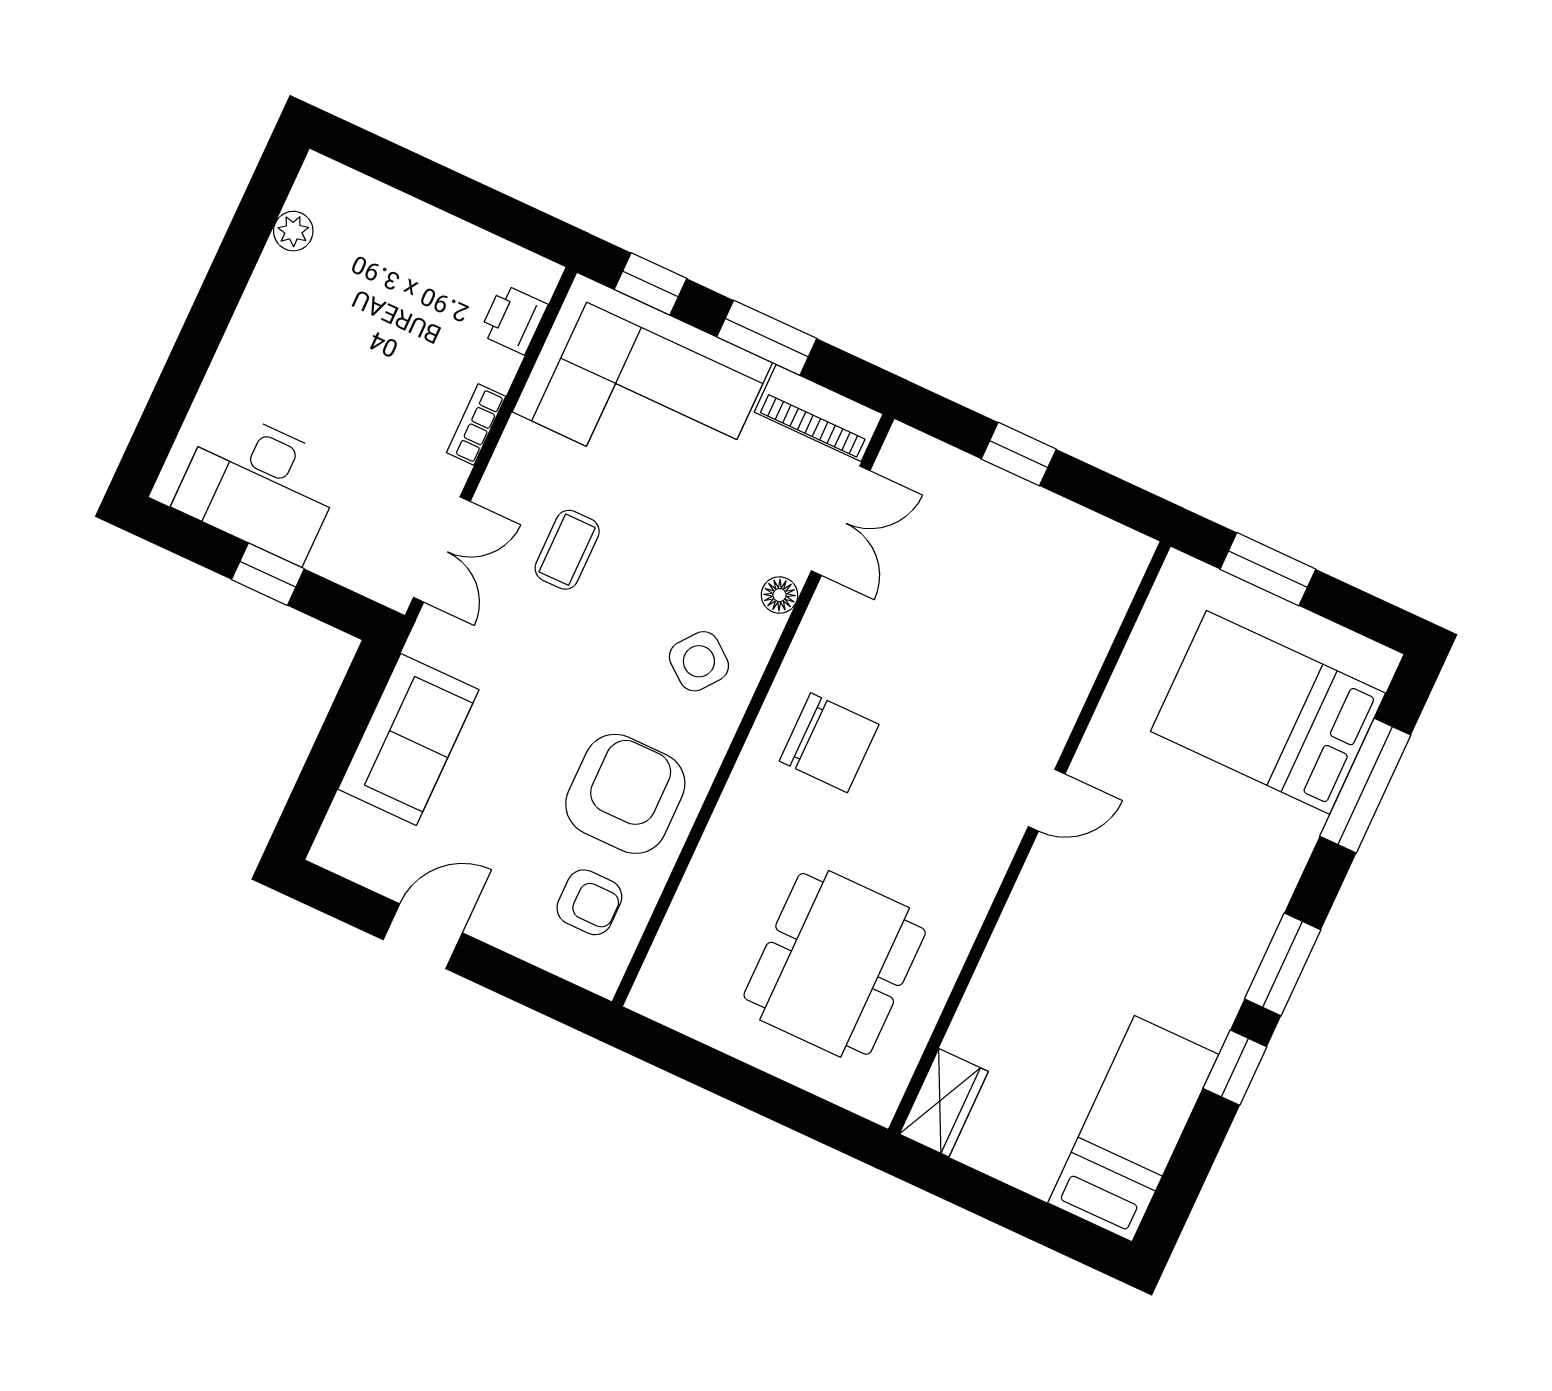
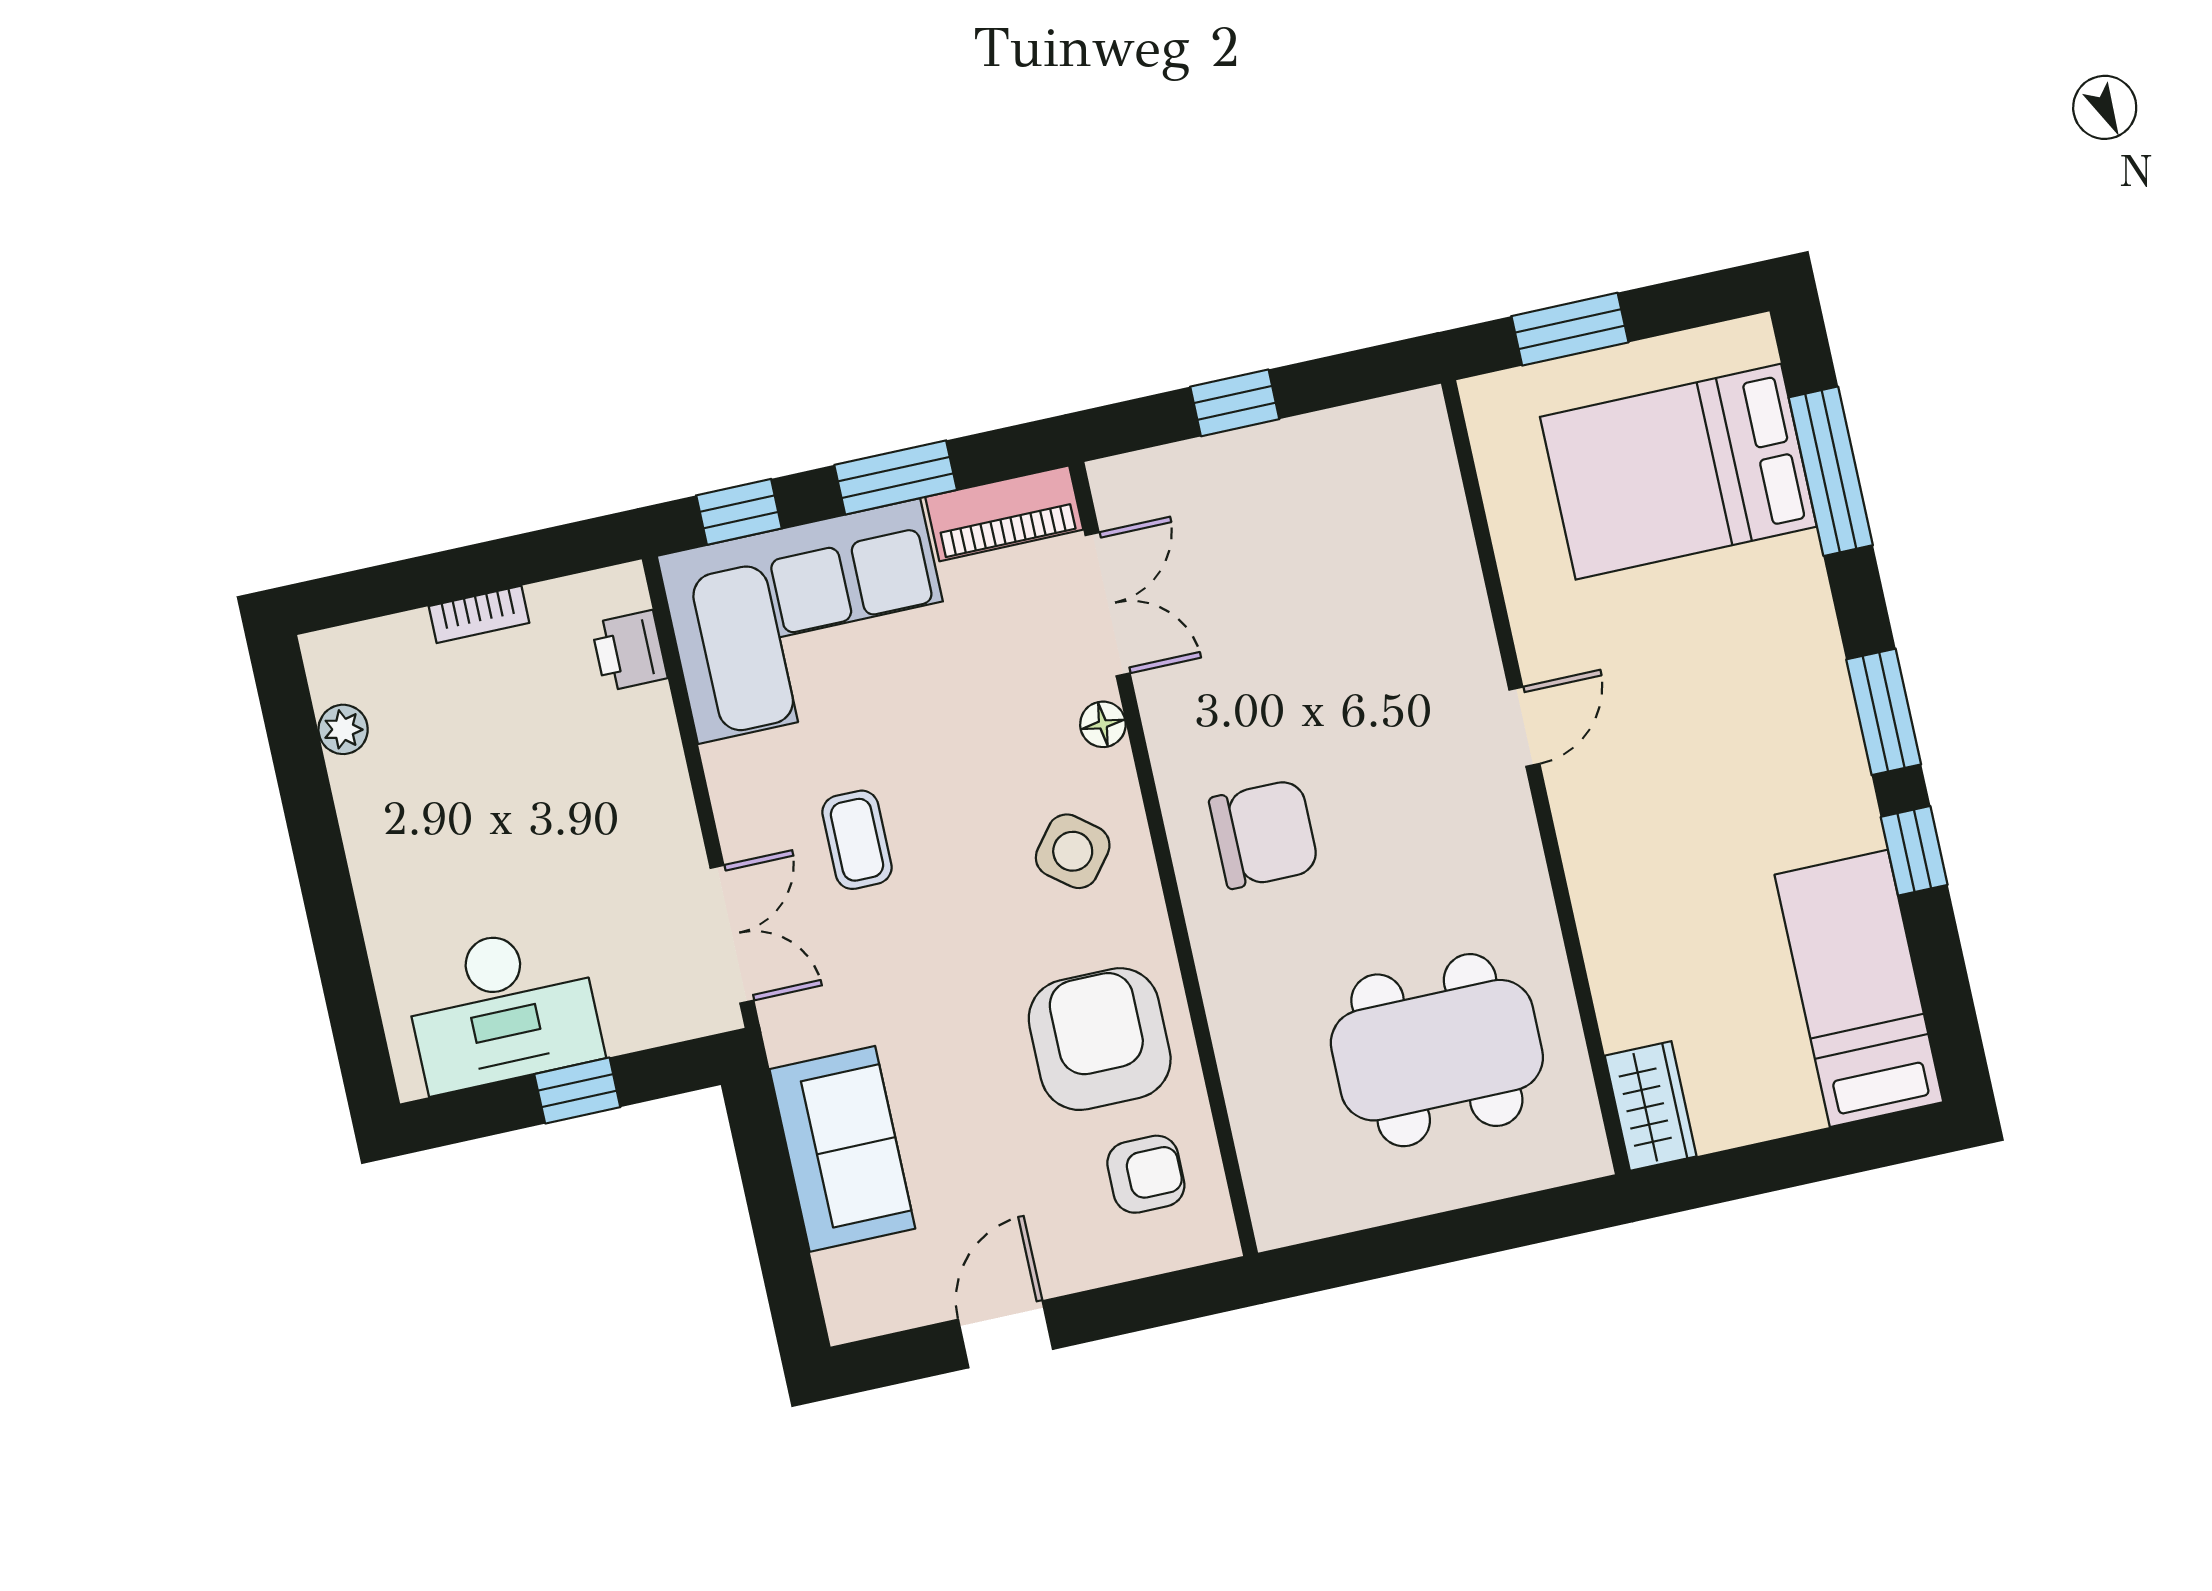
bookcase: (476, 425) -> (479, 614), moved, turned -90
dining table: (835, 964) -> (1437, 1050), turned 90

